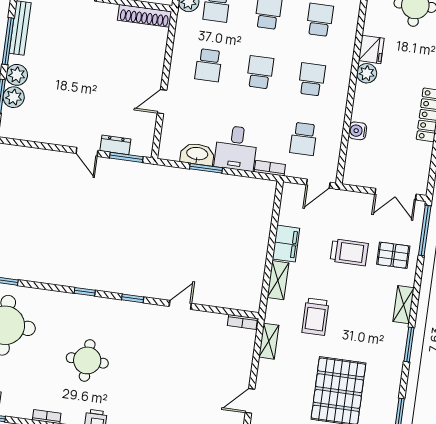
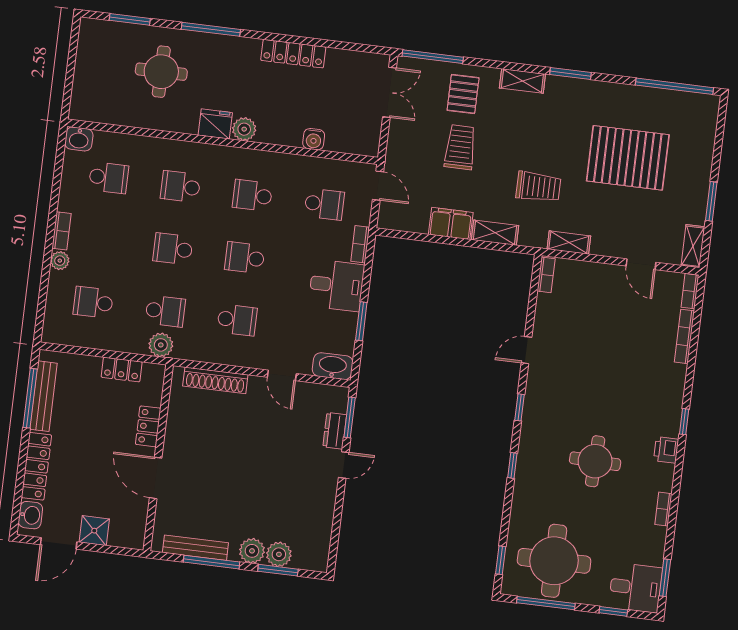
shoe rack: (145, 16) -> (215, 380), moved, turned 90
washbasin: (197, 154) -> (333, 366), moved, turned 90
door: (180, 305) -> (526, 350), hinge flipped

